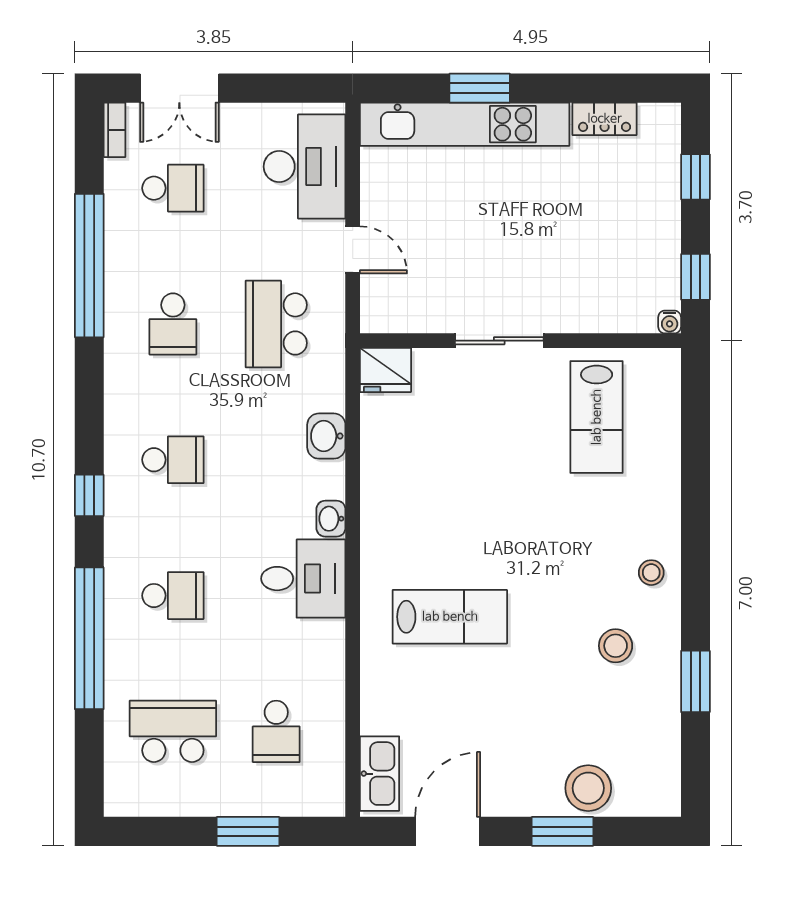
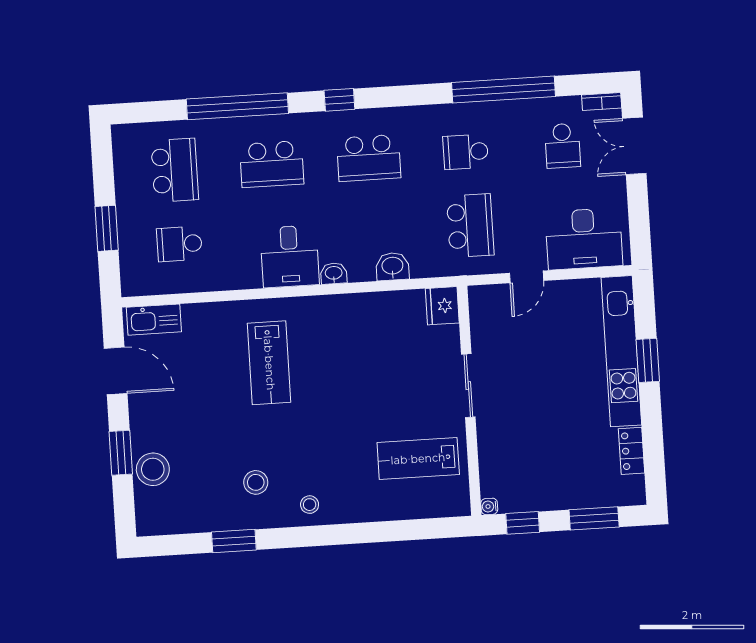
window: (695, 177) -> (594, 518), width x1.50
school desk: (276, 324) -> (470, 226), turned 90
school desk: (173, 460) -> (369, 158), width x1.85
school desk: (173, 596) -> (272, 164), width x1.85

